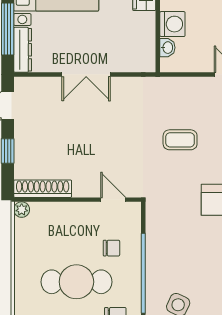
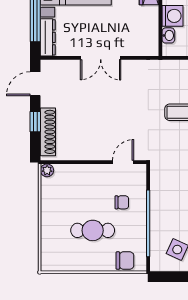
shoe rack: (43, 189) -> (48, 132), moved, turned 90
door: (113, 200) -> (123, 162), hinge flipped
cafe table: (76, 282) -> (93, 230), width x0.73, depth x0.74

